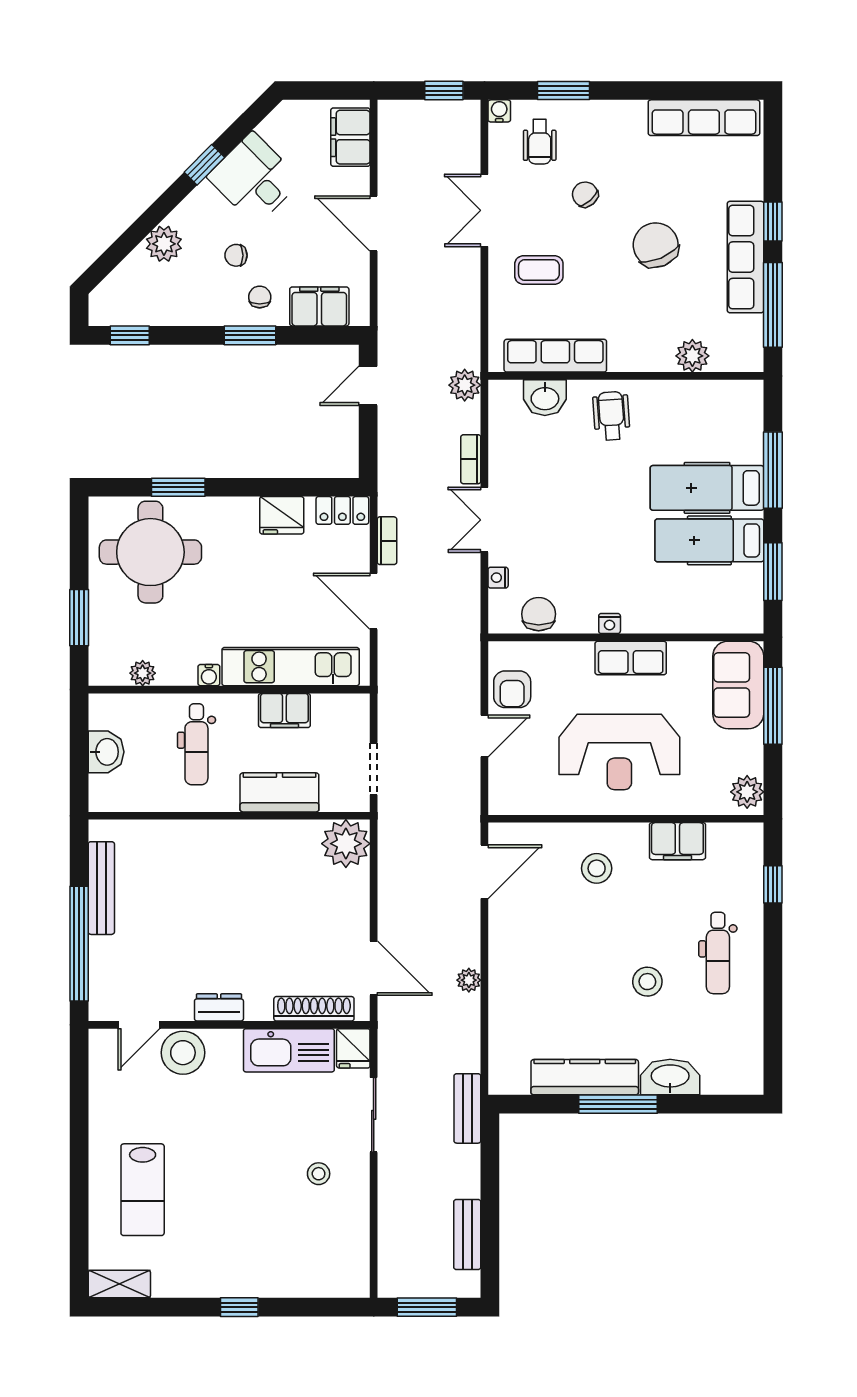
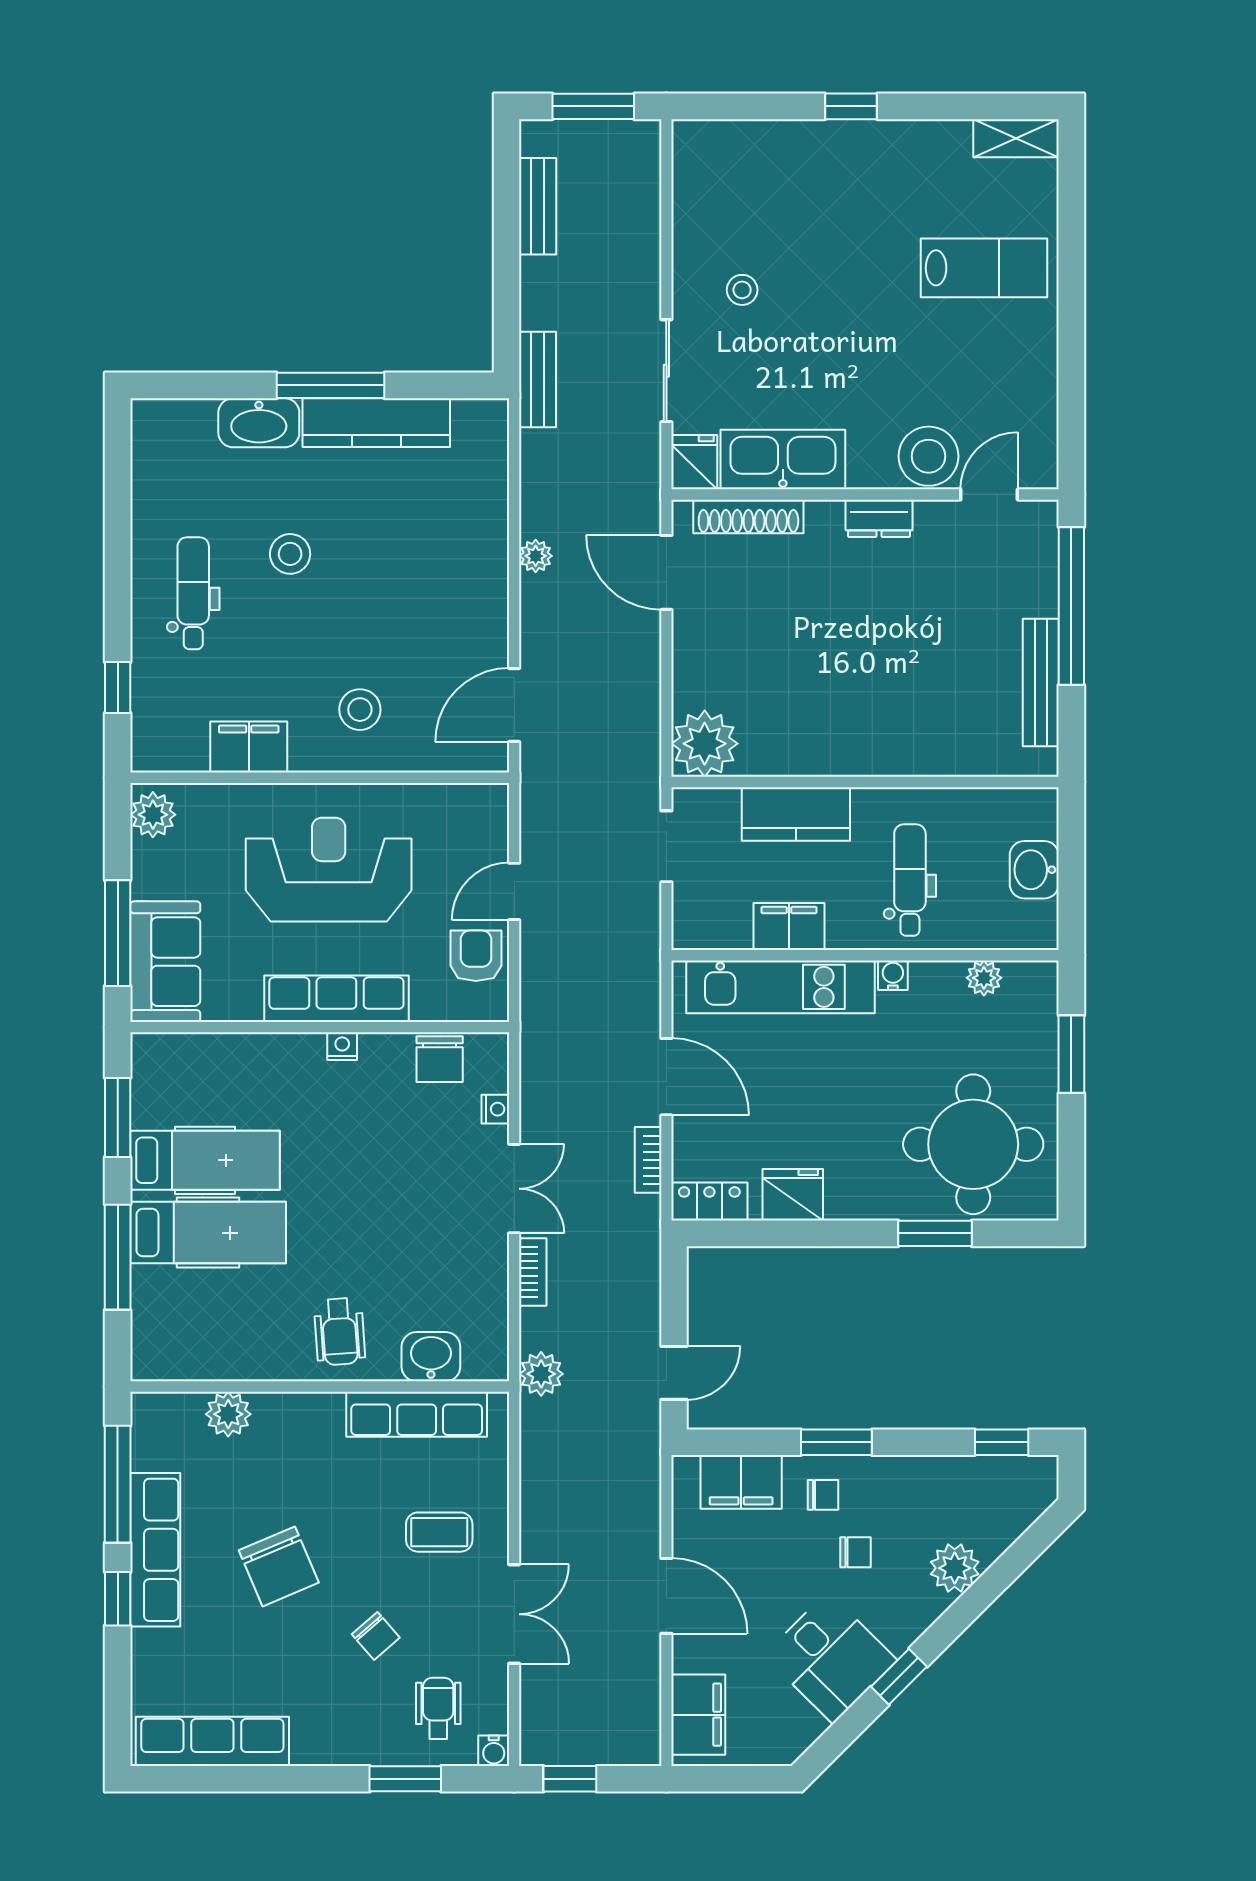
chair: (260, 297) -> (823, 1495), turned -90
row of seats: (631, 658) -> (336, 999), width x1.48
lab bench: (143, 1190) -> (984, 268), turned 90

